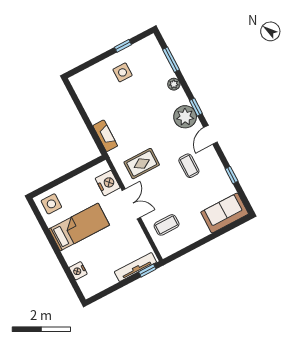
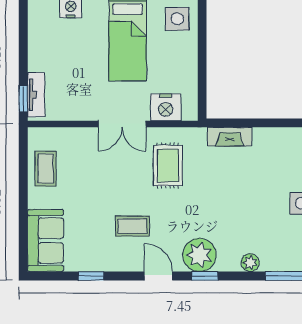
coffee table: (167, 225) -> (46, 169), moved
tv unit: (135, 267) -> (36, 95), width x0.71

